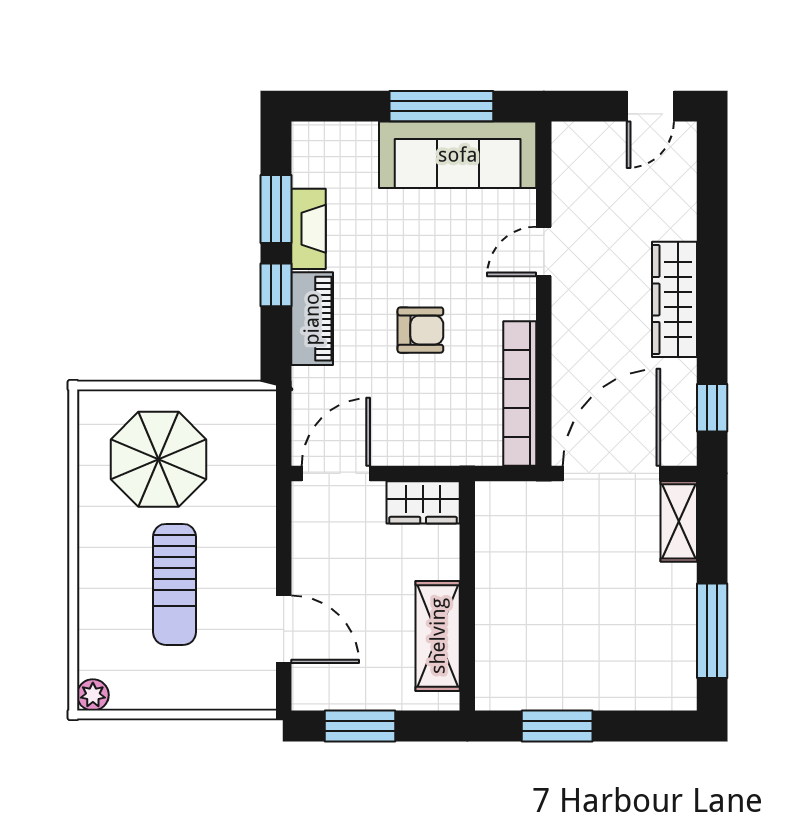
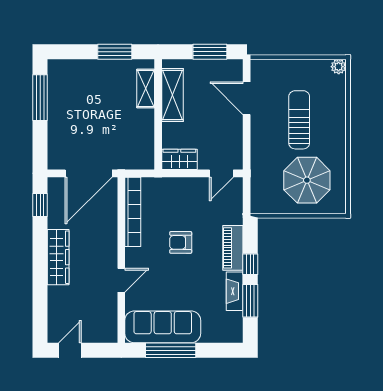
door: (336, 473) -> (221, 173), width x0.73
shelving: (679, 521) -> (146, 89), moved

